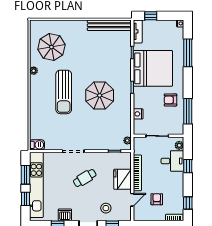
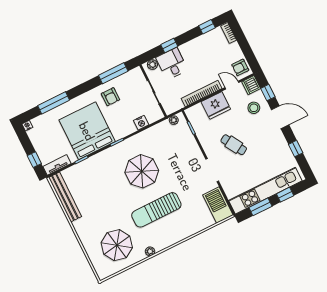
sun lounger: (64, 92) -> (156, 210), turned 180
barbecue: (37, 145) -> (218, 205), width x1.88, depth x1.53
armchair: (157, 199) -> (240, 67), moved
dishwasher: (65, 215) -> (251, 85), moved

